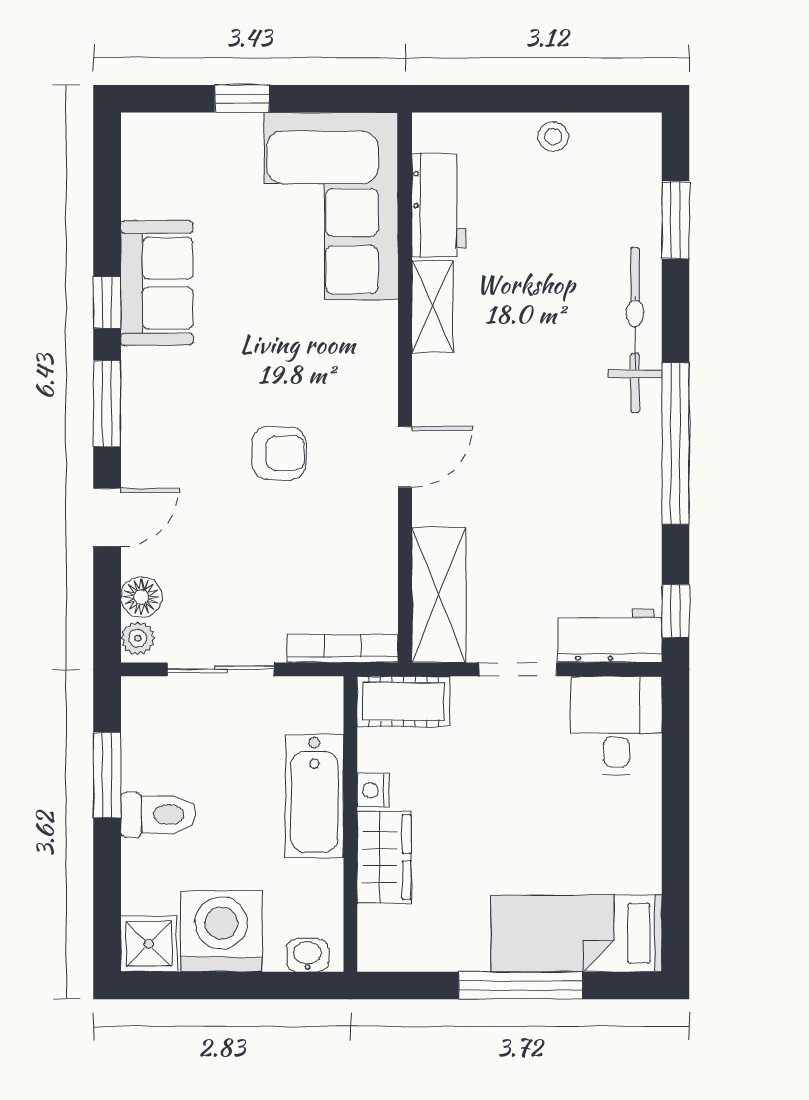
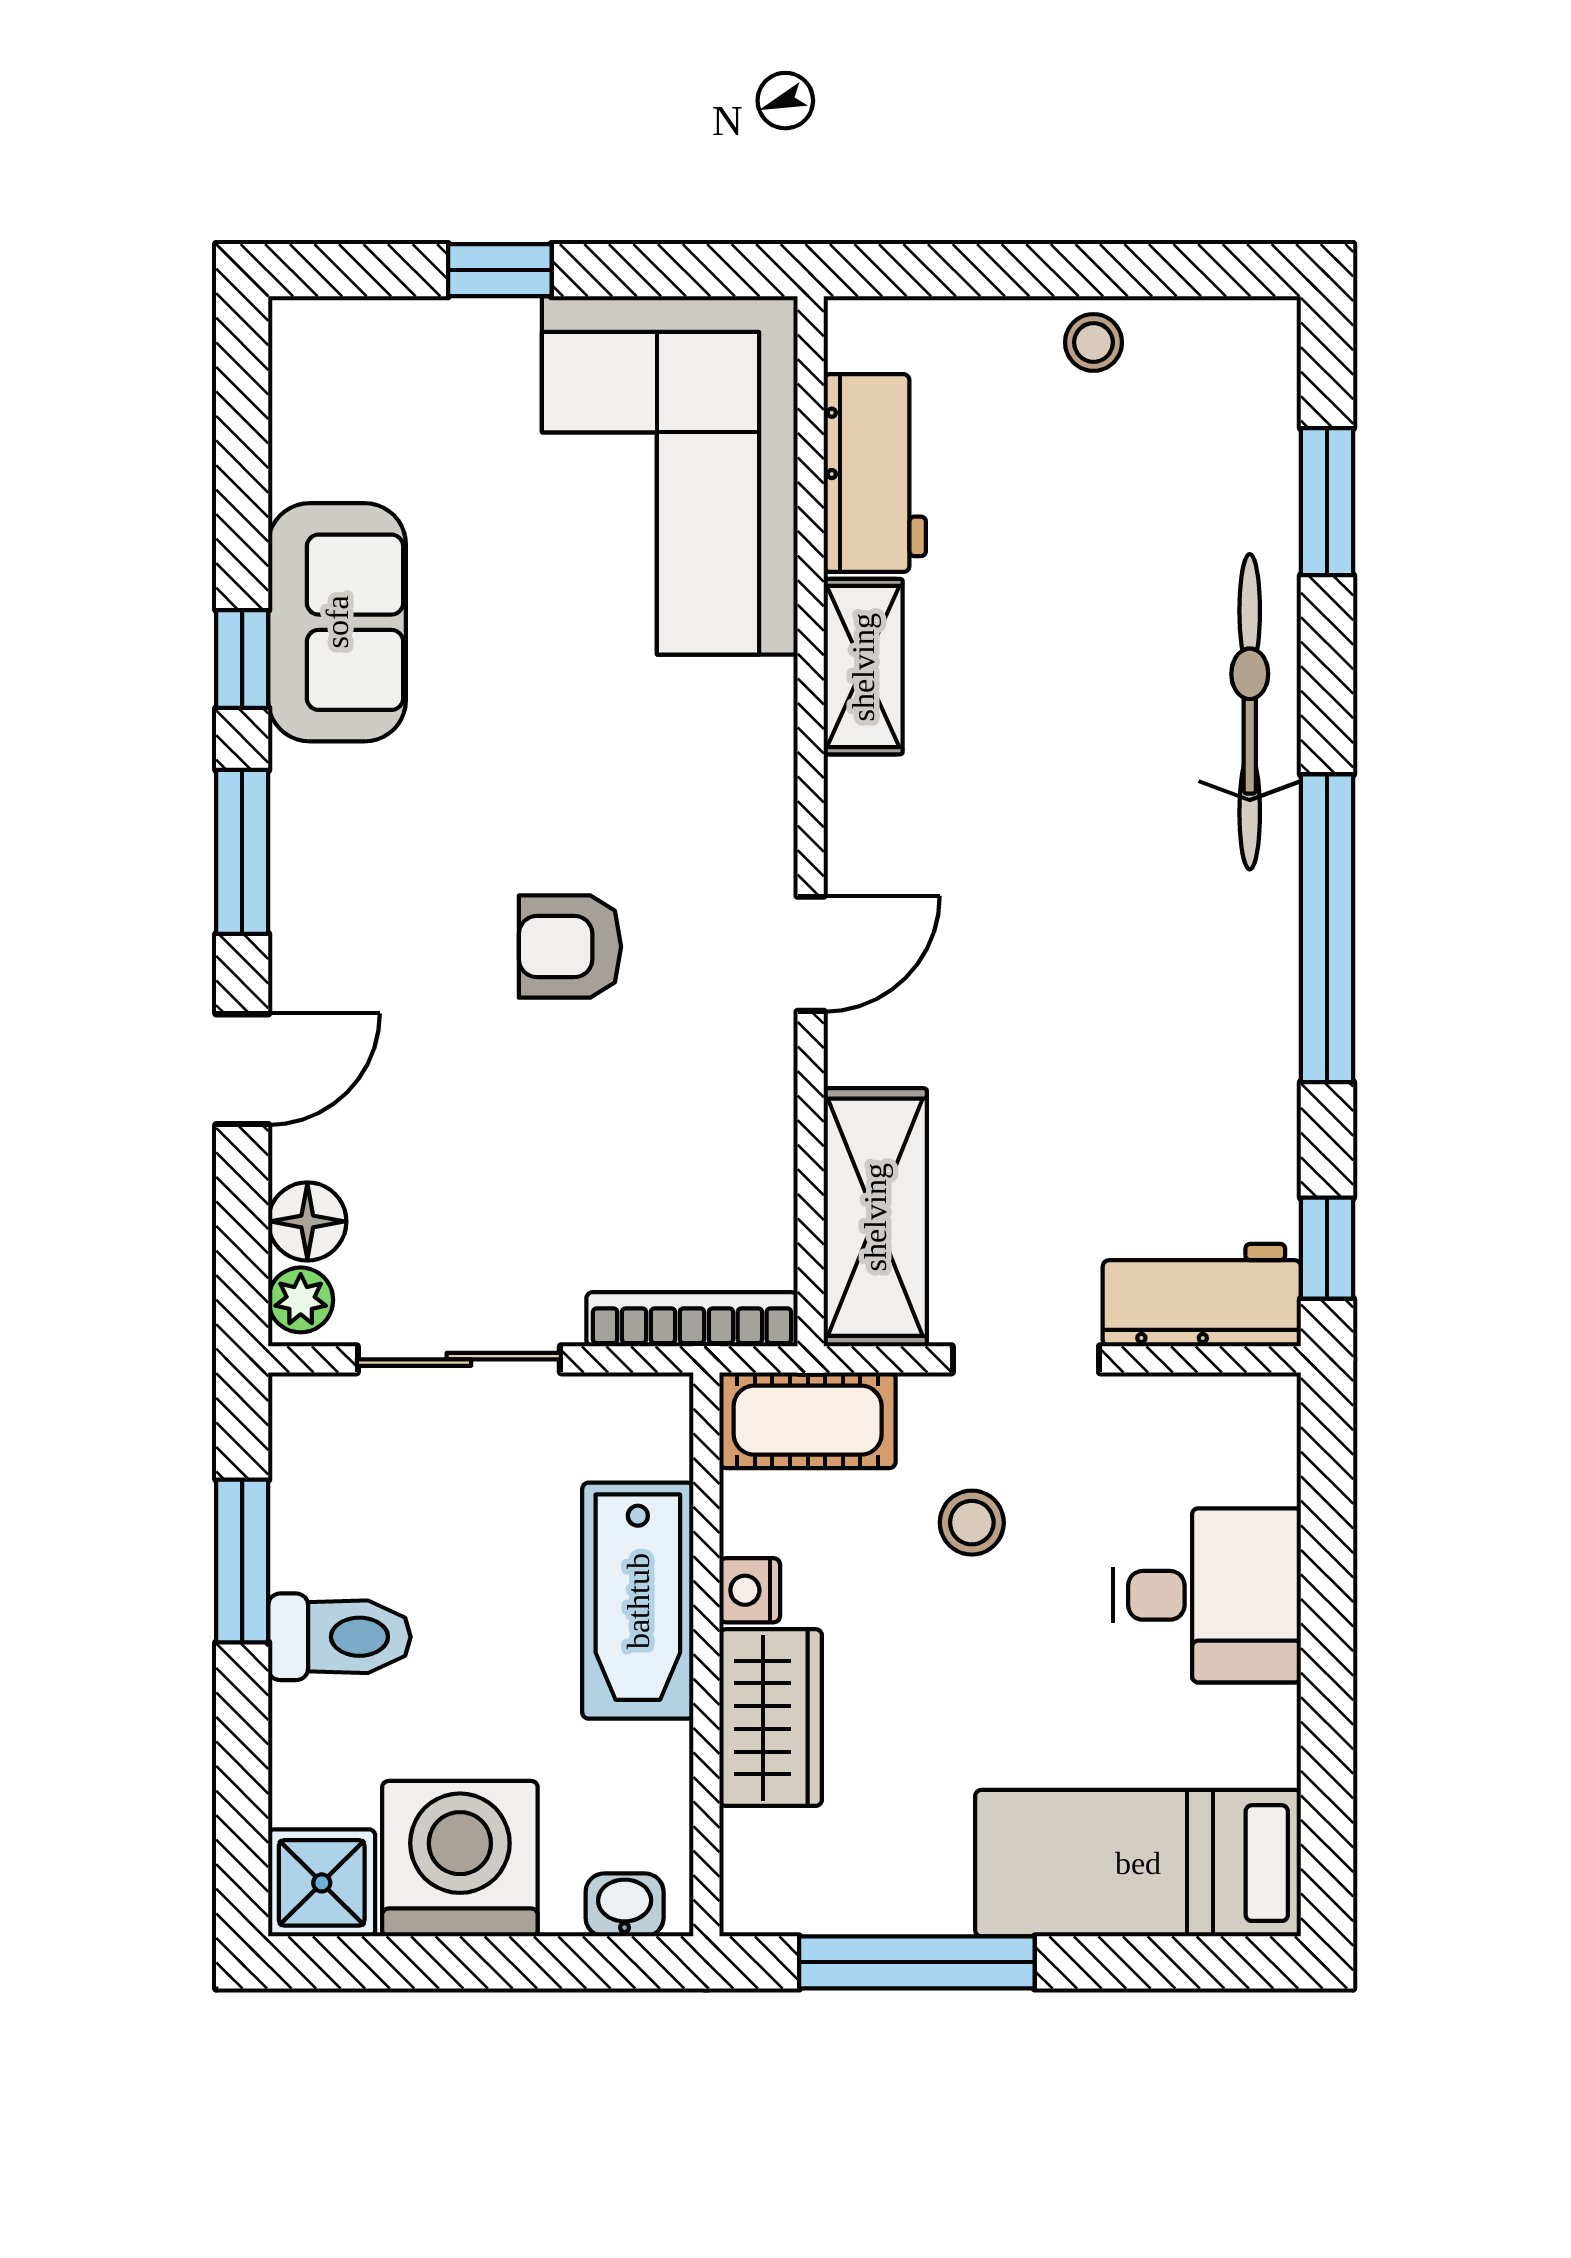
armchair: (279, 453) -> (570, 947), turned 180
desk: (616, 725) -> (1207, 1595), moved, turned 90
stool: (489, 755) -> (972, 1523), added
window: (521, 985) -> (917, 1962), moved

